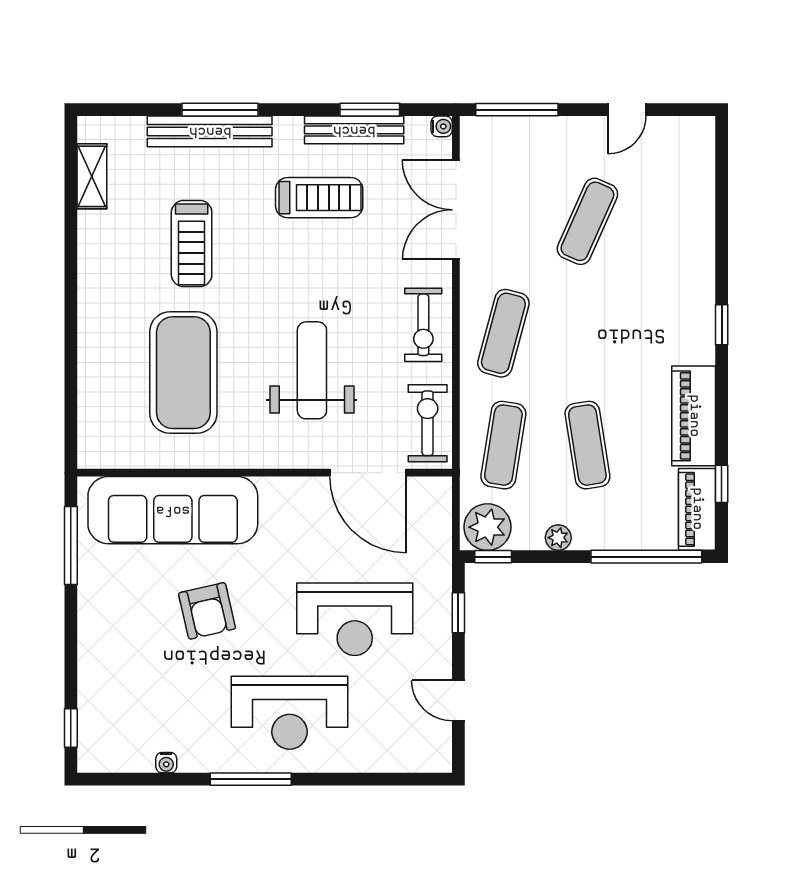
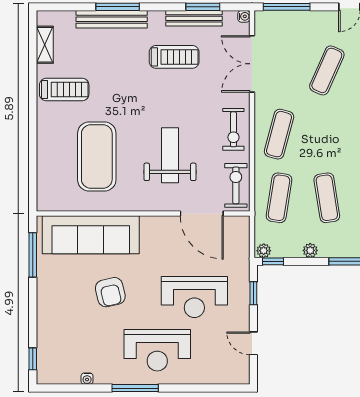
treadmill: (192, 244) -> (64, 90), moved, turned -90
plant: (487, 527) -> (264, 251), width x0.53, depth x0.53

